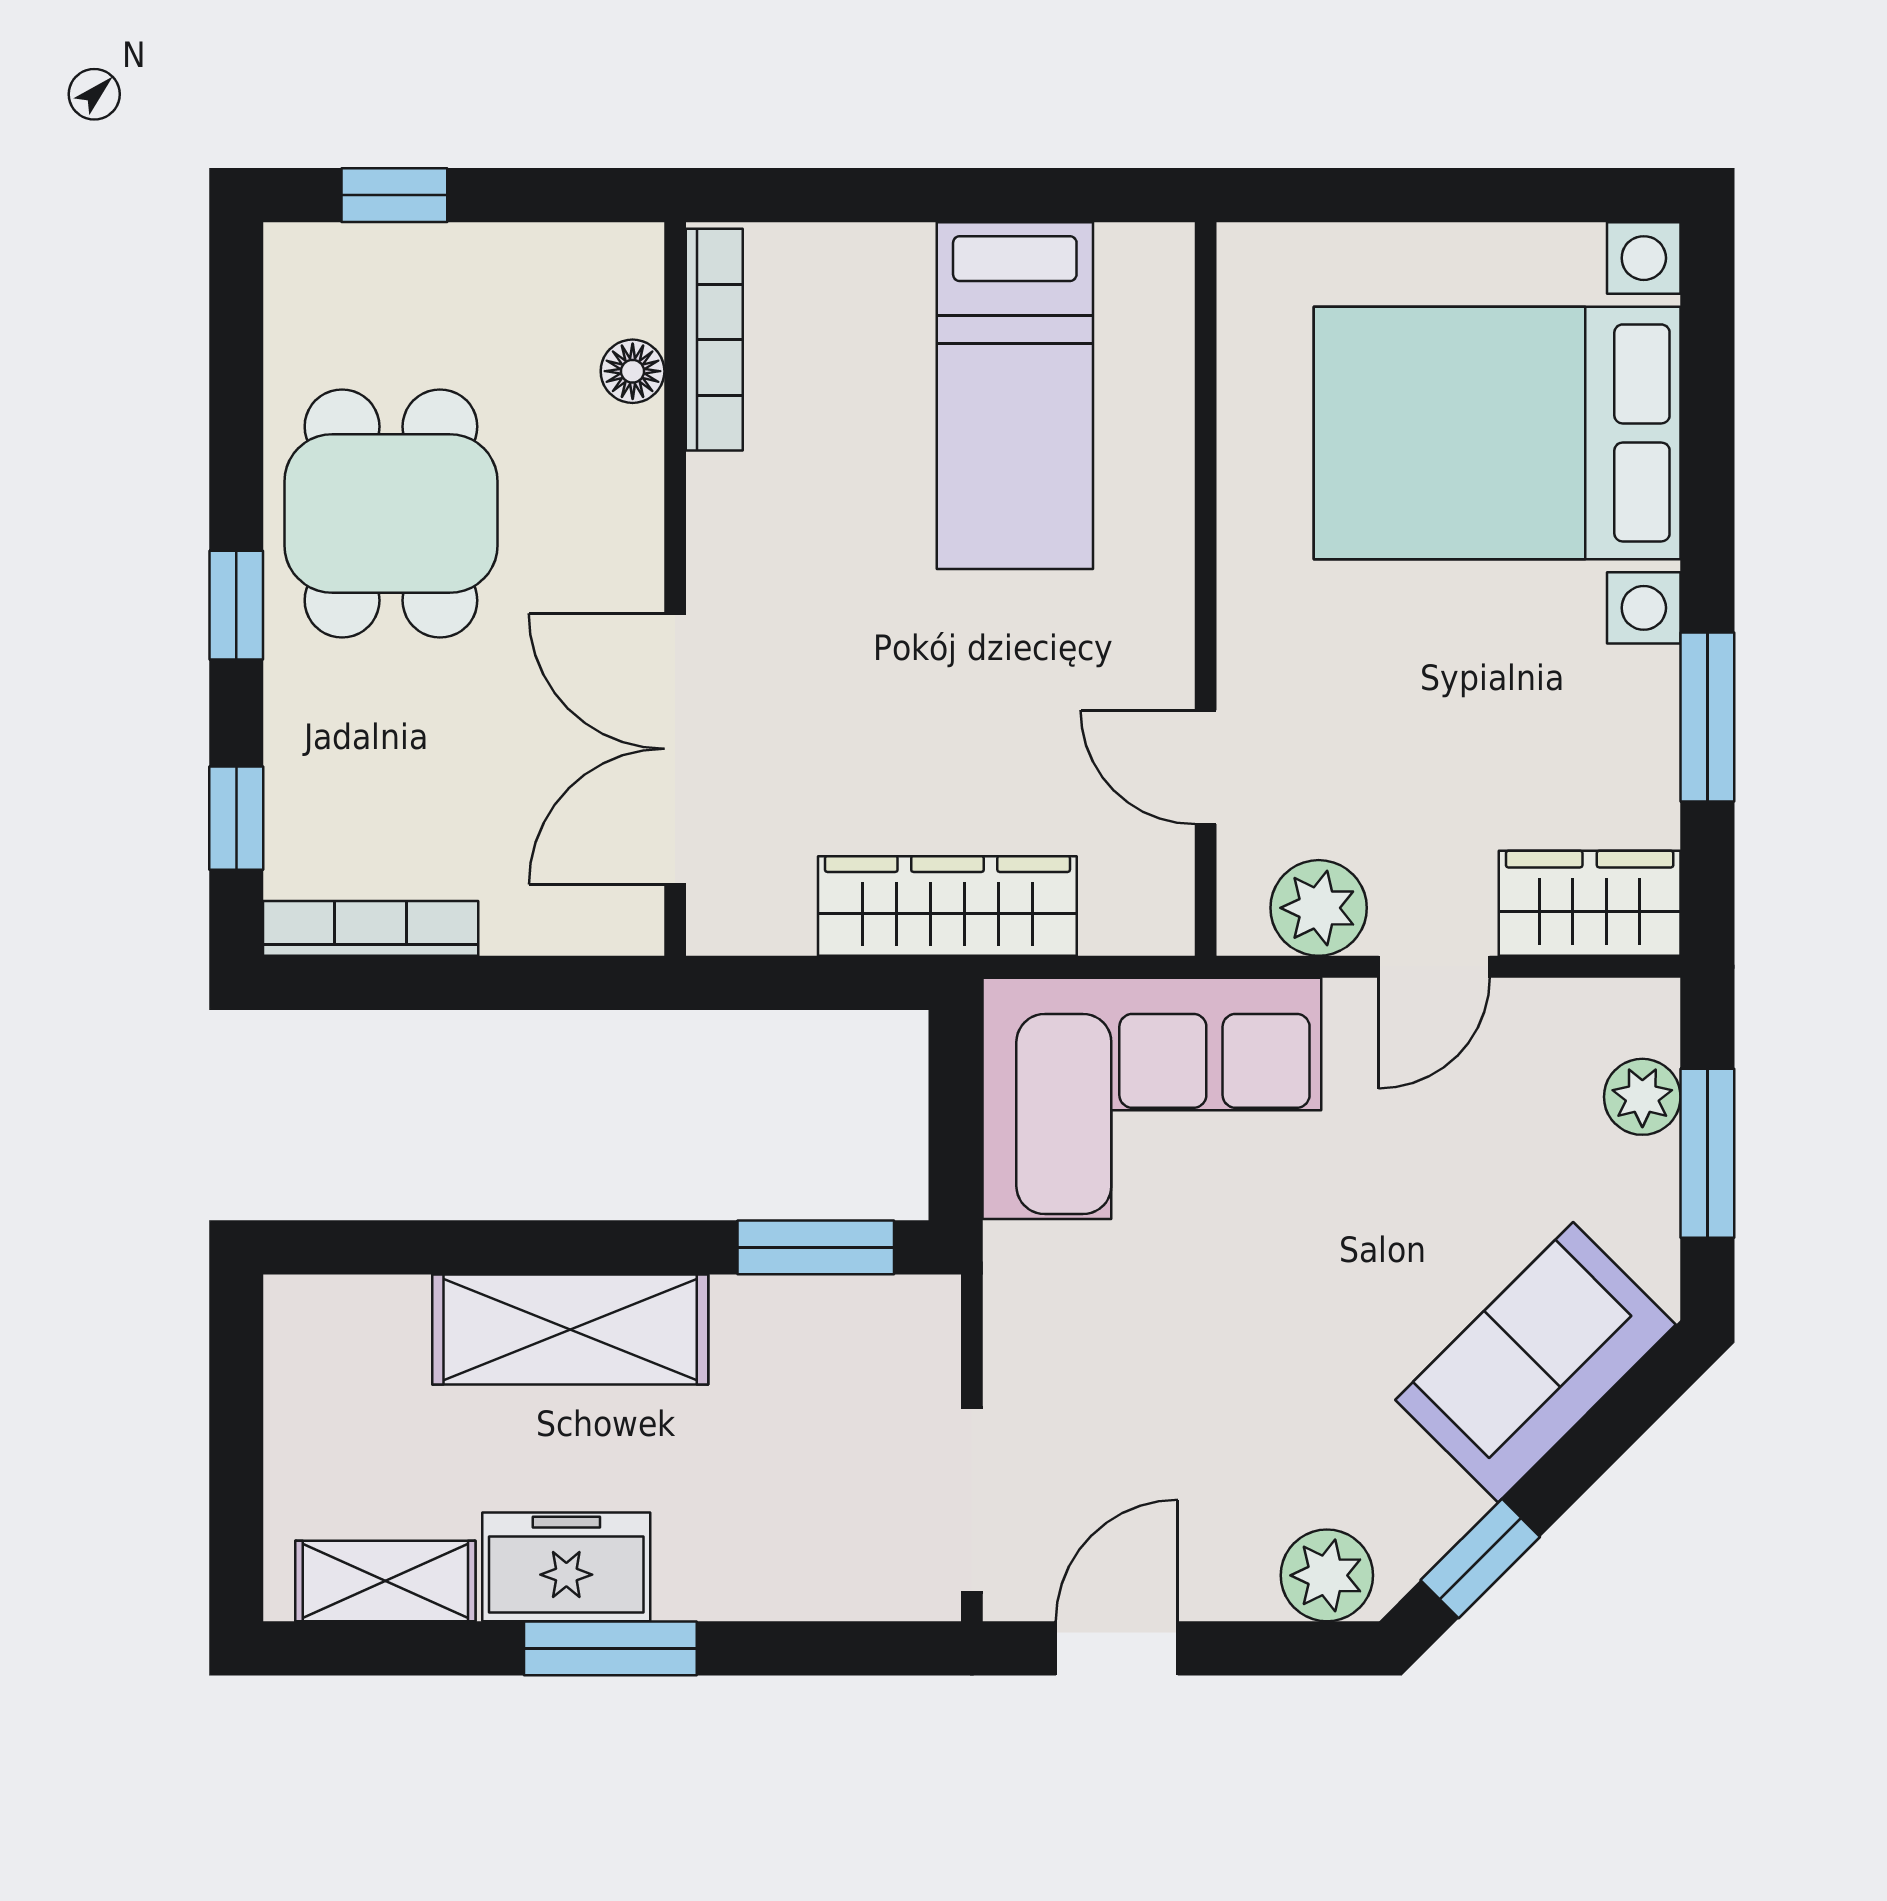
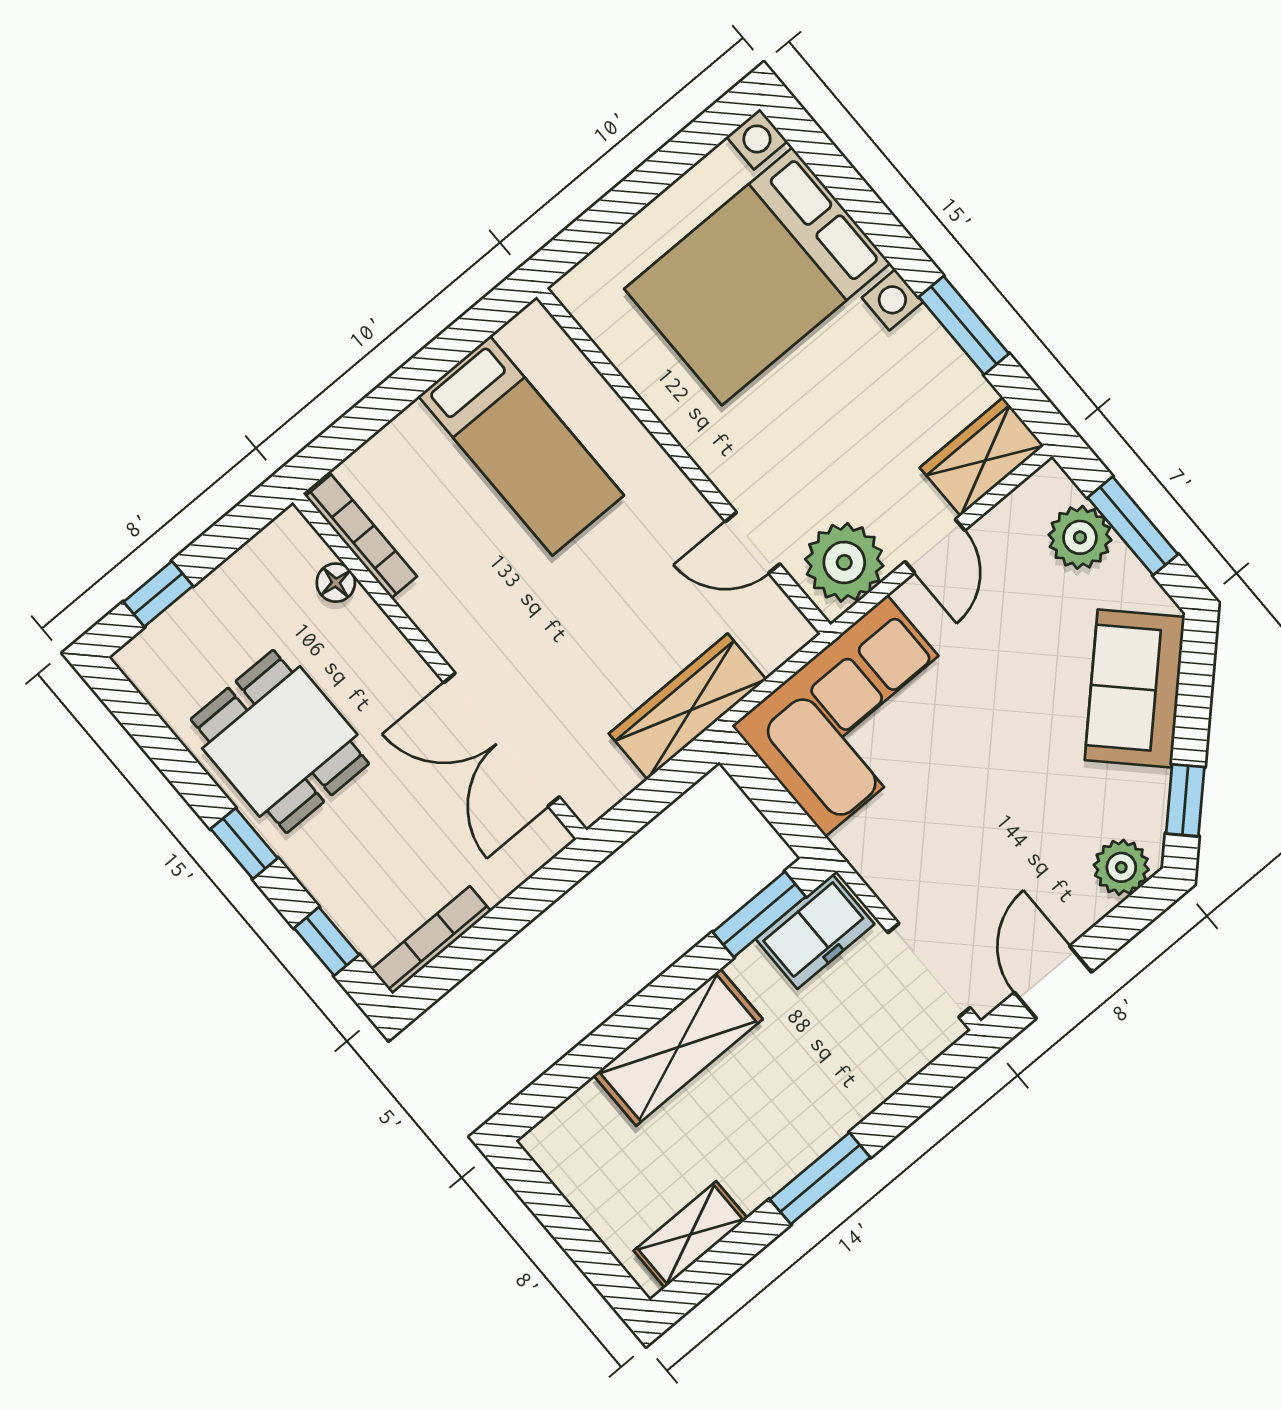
plant: (1319, 908) -> (844, 562), width x1.36, depth x1.36
plant: (1642, 1097) -> (1080, 537), width x1.38, depth x1.38
freezer: (566, 1567) -> (815, 932), moved, turned 180

